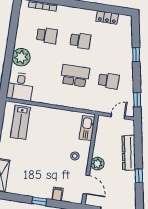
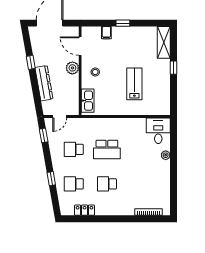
school desk: (47, 36) -> (74, 184), moved
plant: (21, 57) -> (166, 155), width x0.53, depth x0.53
lab bench: (20, 122) -> (134, 84), moved

